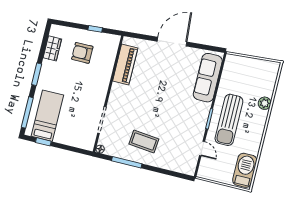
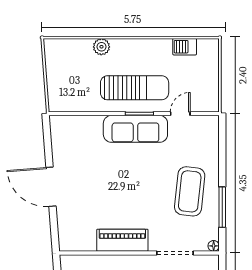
piano: (125, 64) -> (122, 240), moved
sofa: (208, 78) -> (135, 129), moved
coffee table: (144, 141) -> (190, 191), width x1.36, depth x1.32
barbecue: (245, 170) -> (185, 47), width x0.53, depth x0.65

